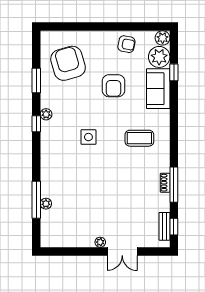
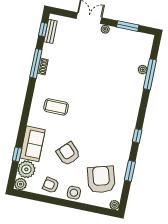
armchair: (68, 63) -> (101, 179), turned 180
armchair: (113, 86) -> (68, 154), turned -45
plant: (46, 114) -> (115, 205), moved
side table: (88, 137) -> (74, 193), moved
window: (74, 251) -> (128, 26), added

